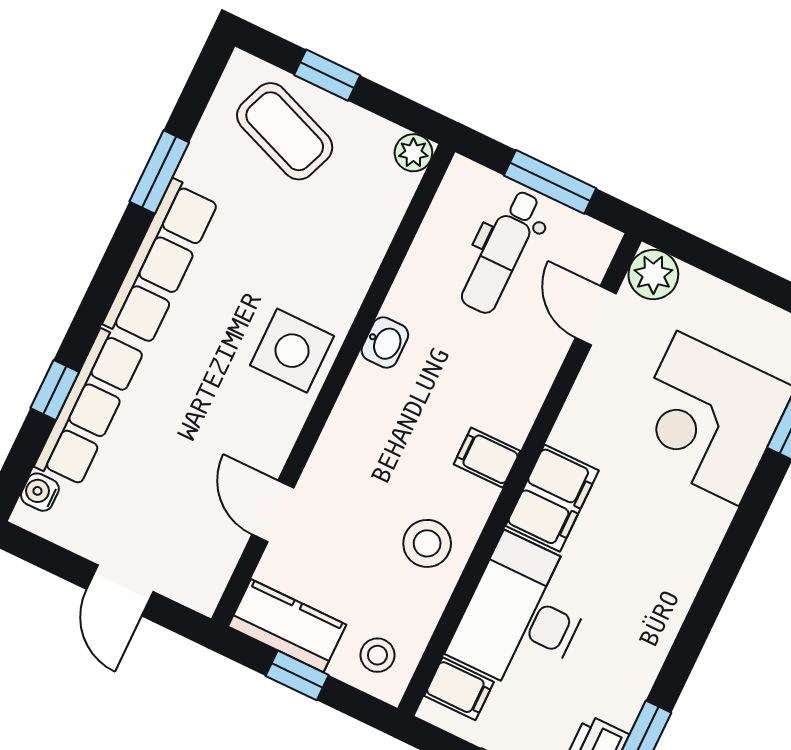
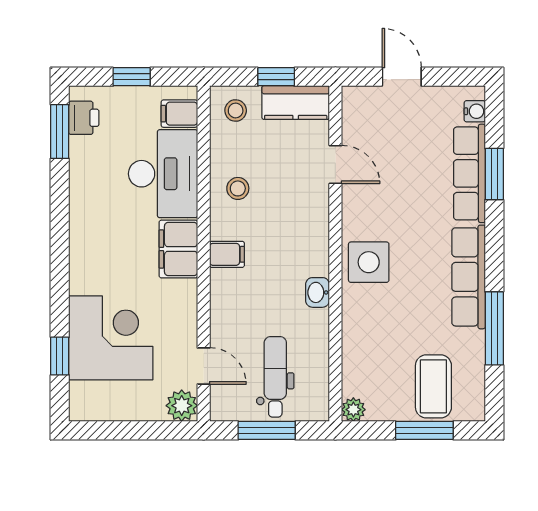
window: (327, 75) -> (424, 430), width x1.50
coffee table: (285, 131) -> (433, 386), turned 69
window: (159, 172) -> (494, 328), width x1.44
window: (55, 390) -> (494, 174), width x1.50
stool: (427, 543) -> (238, 188), width x0.73, depth x0.73

